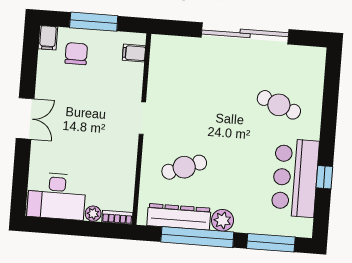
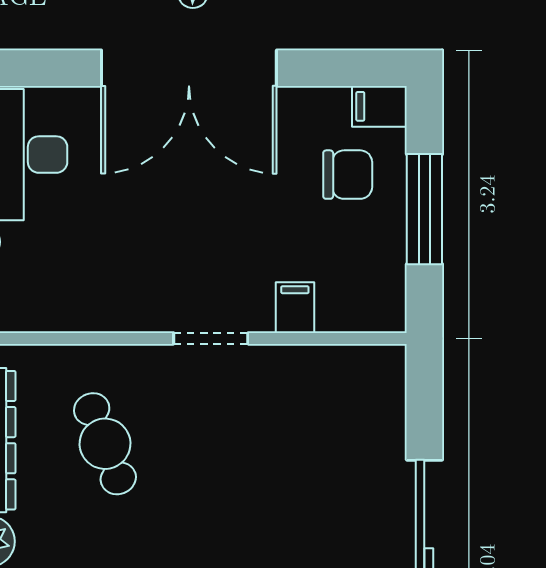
filing cabinet: (134, 53) -> (295, 308), moved
double door: (25, 119) -> (189, 68), width x1.87

